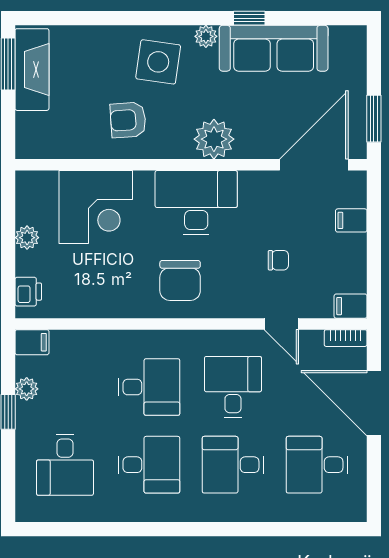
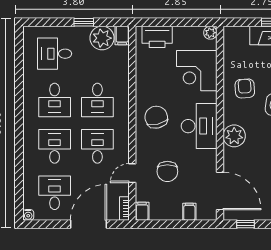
window: (374, 119) -> (246, 224), width x0.67
plant: (27, 238) -> (210, 33), moved
chair: (278, 260) -> (167, 171), width x1.87, depth x1.87
chair: (180, 280) -> (156, 117), turned 76
printer: (28, 292) -> (157, 37), width x1.87, depth x1.48
desk: (233, 387) -> (97, 146), turned -90
plant: (27, 389) -> (102, 38), width x1.88, depth x1.88
water cooler: (357, 512) -> (28, 215), added

